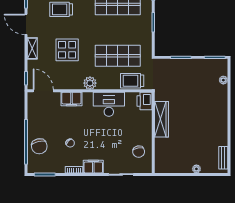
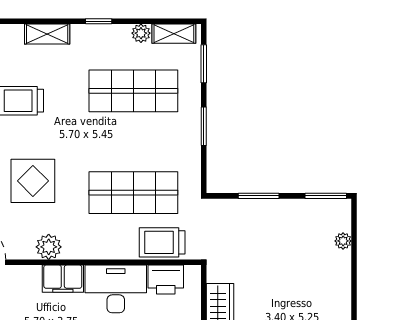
plant: (90, 83) -> (49, 247), moved
filing cabinet: (71, 99) -> (63, 279), moved
printer: (144, 101) -> (166, 279), moved, turned -90

